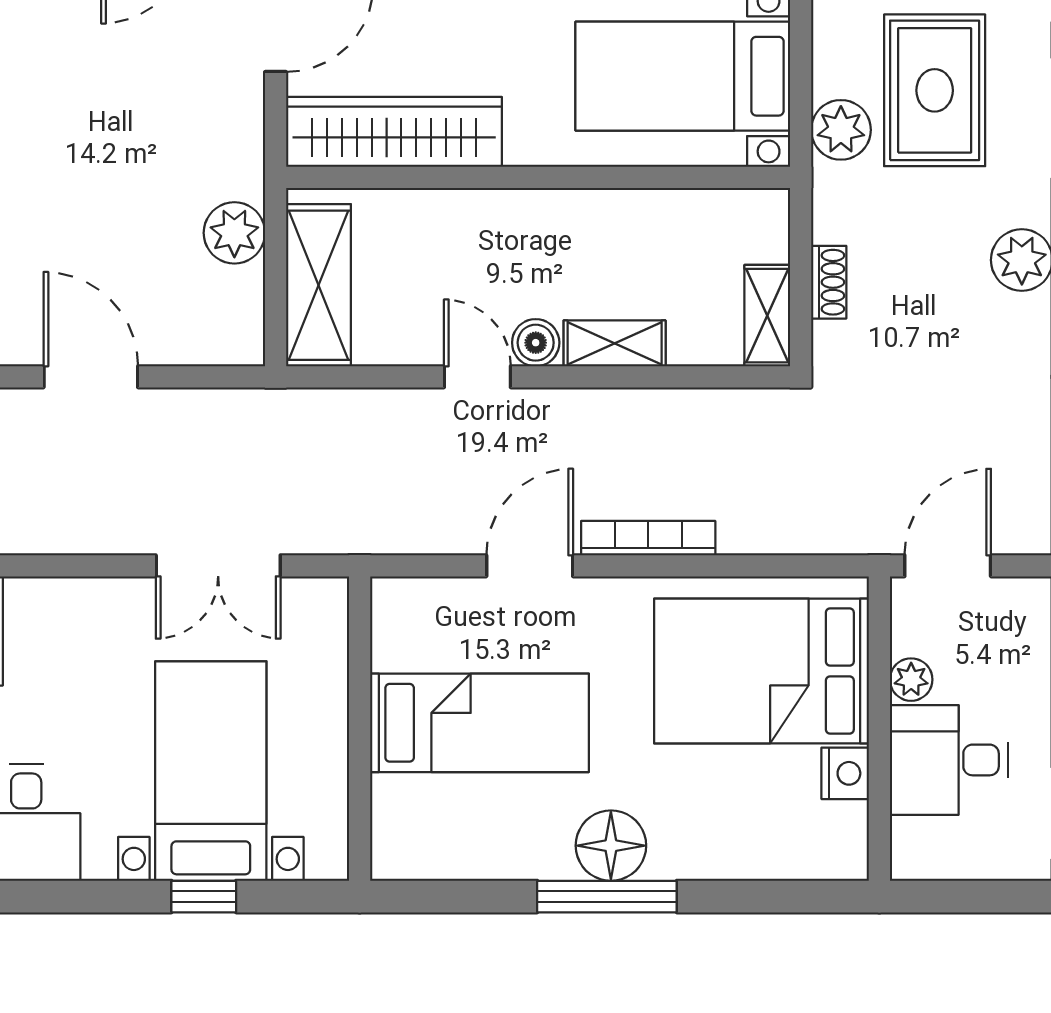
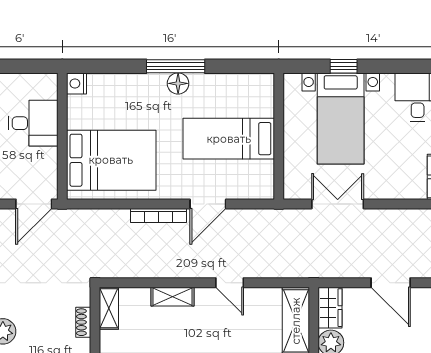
wardrobe: (236, 317) -> (330, 308), added
boiler: (536, 343) -> (205, 297), removed
plant: (911, 680) -> (49, 157), removed
nightstand: (845, 773) -> (76, 83), moved
floor lamp: (611, 846) -> (178, 83), width x0.73, depth x0.73

